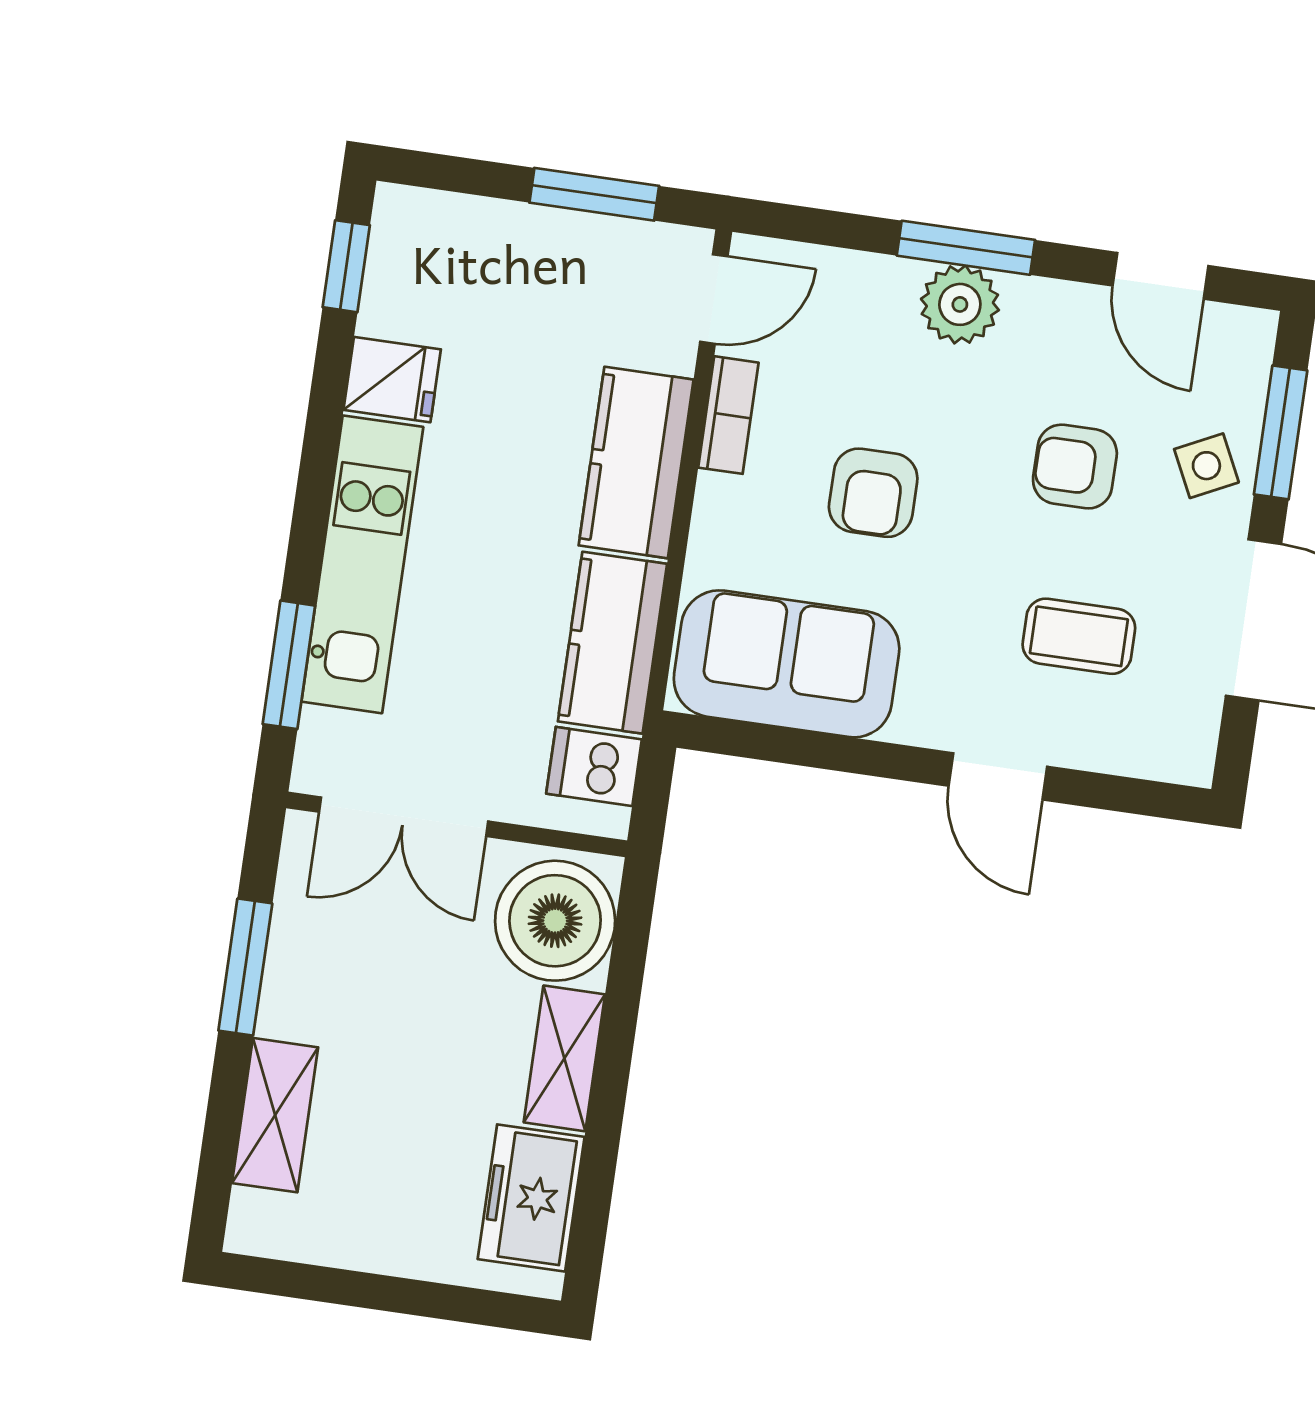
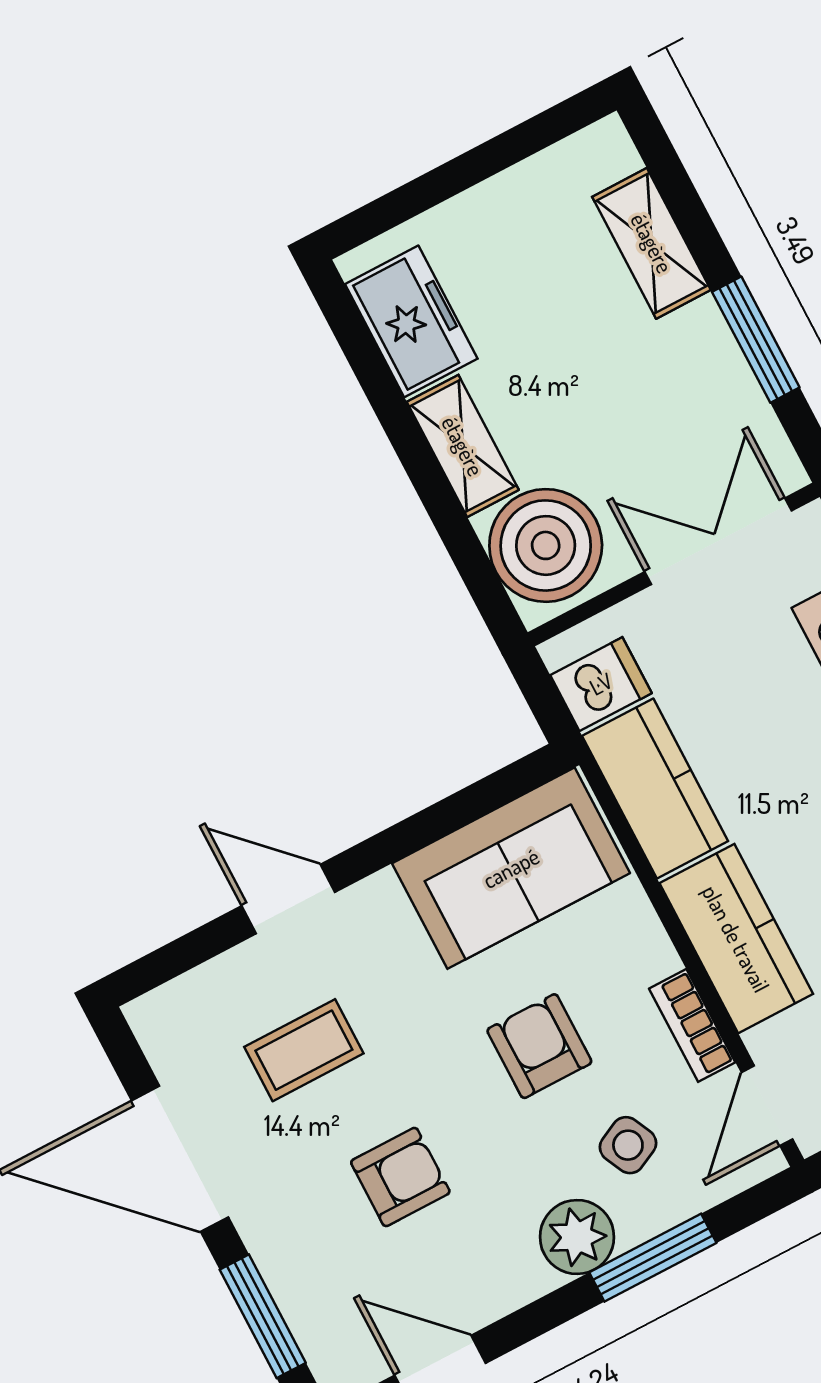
window: (966, 248) -> (653, 1258), moved
side table: (1206, 466) -> (628, 1145), moved

